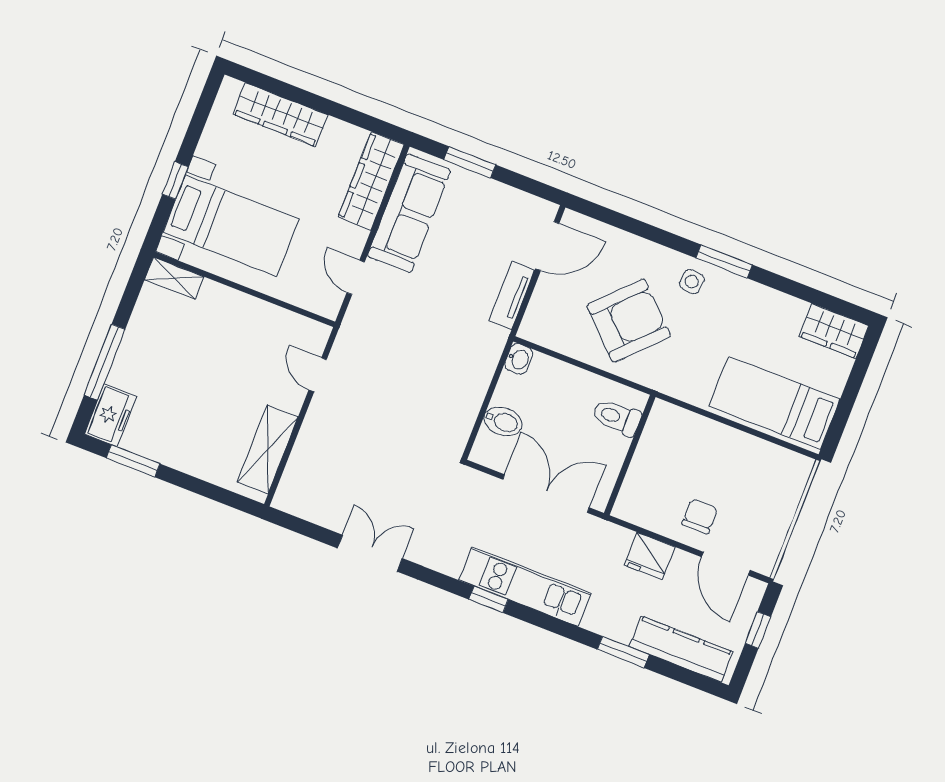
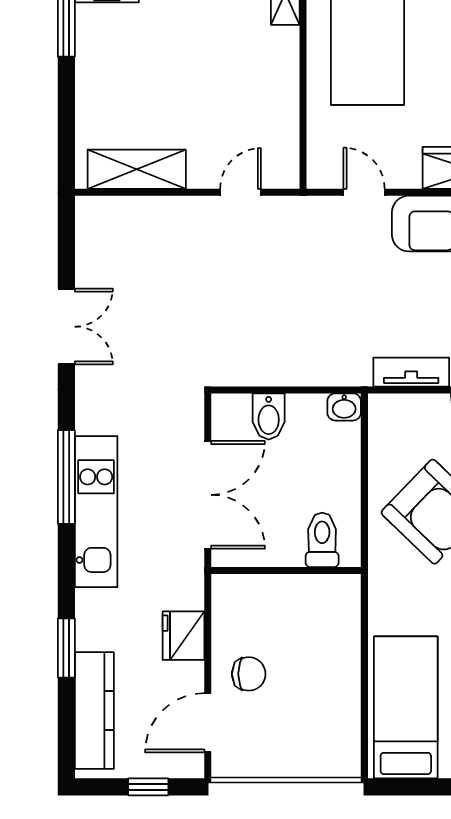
door: (356, 277) -> (364, 192), hinge flipped
window: (489, 599) -> (66, 477), width x2.17

